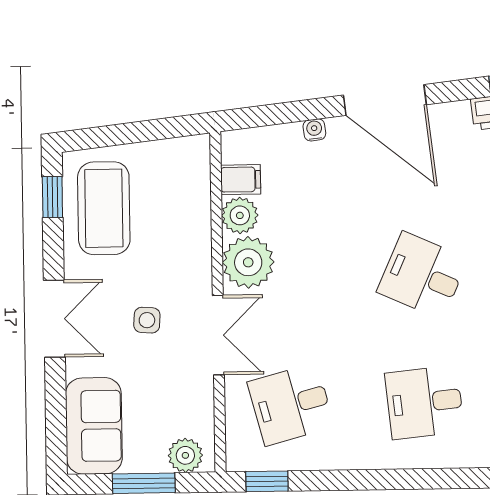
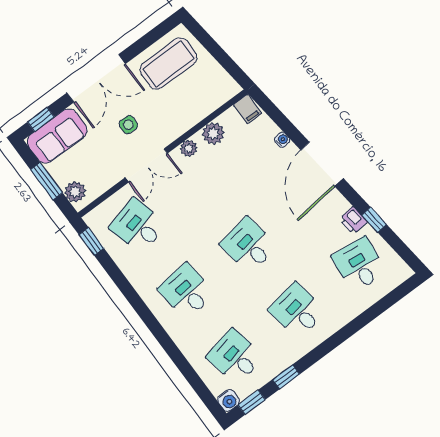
filing cabinet: (241, 180) -> (248, 109), moved
window: (52, 197) -> (41, 119), moved
plant: (248, 262) -> (189, 148), width x0.53, depth x0.53
desk: (423, 275) -> (249, 245), turned -33
double door: (54, 319) -> (96, 78), width x1.37

